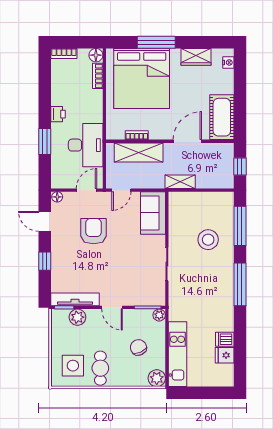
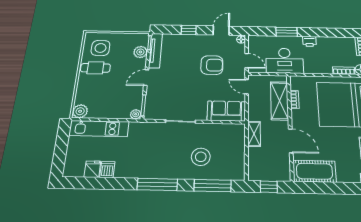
chair: (138, 347) -> (109, 97), removed

